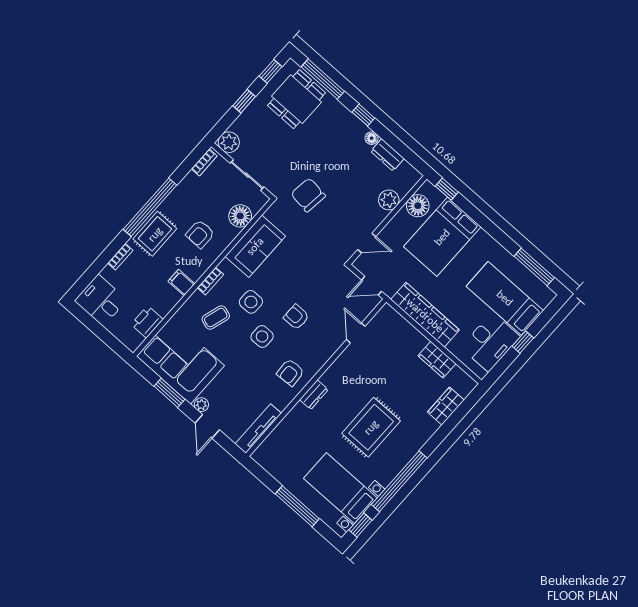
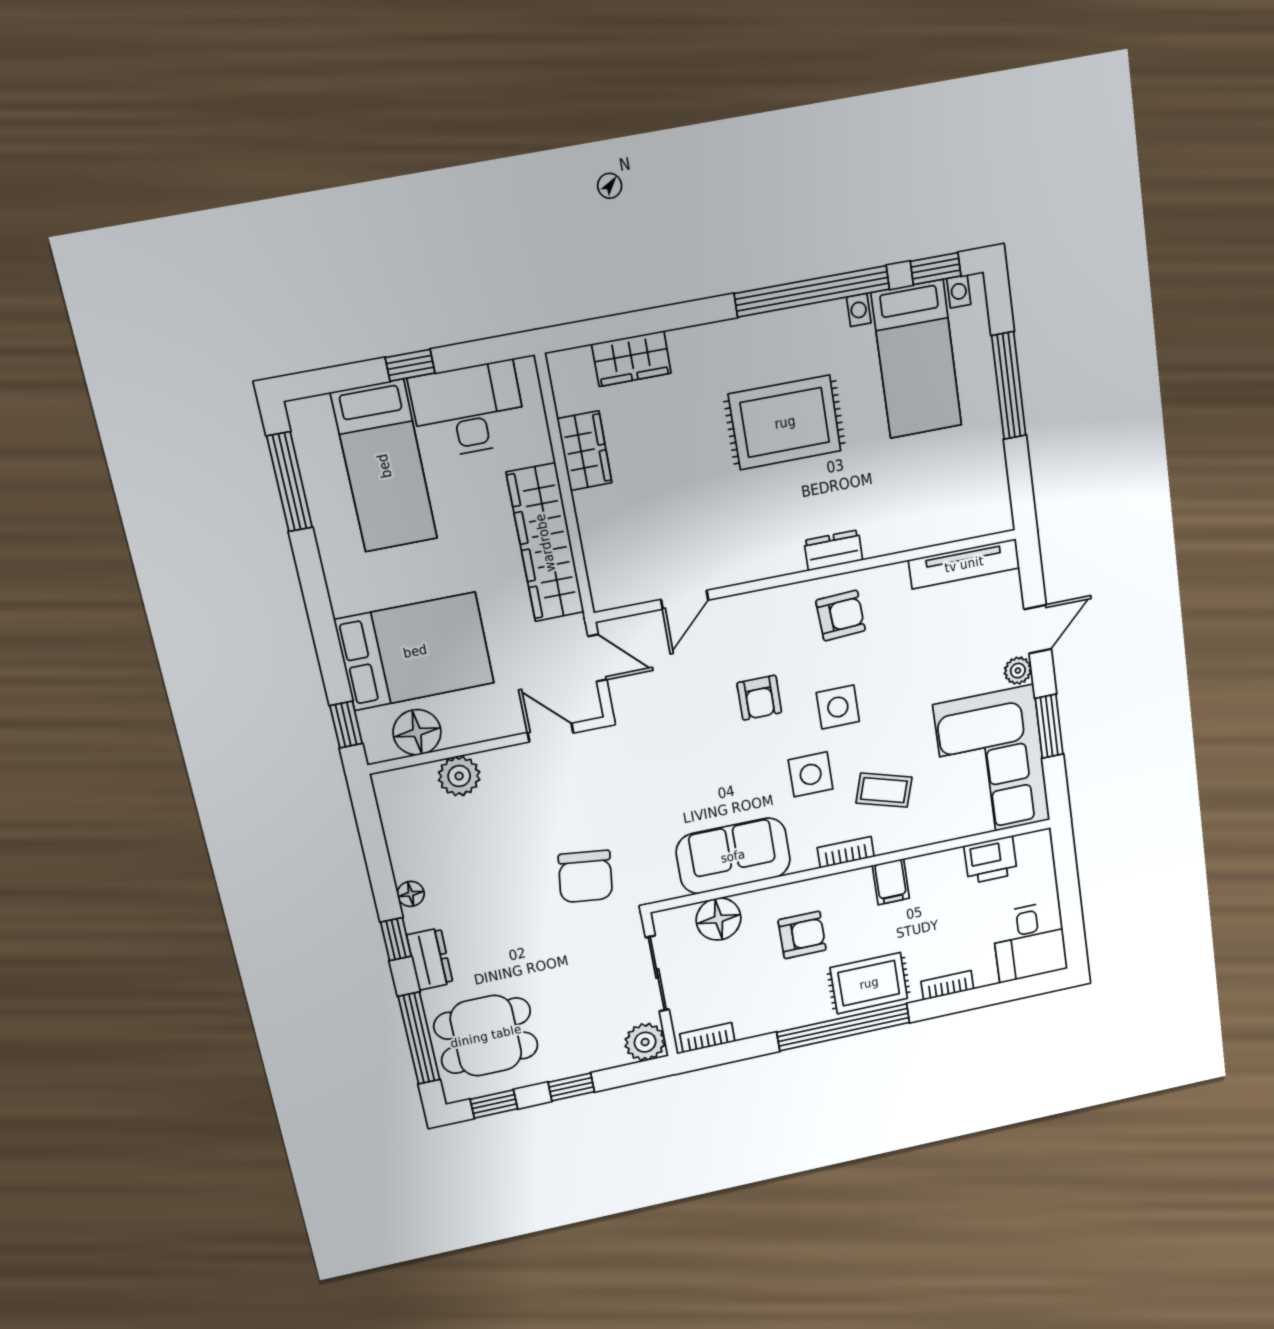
dresser: (387, 155) -> (430, 959), moved

